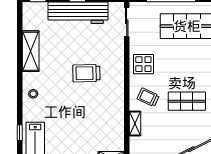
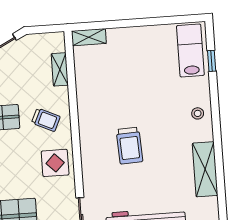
trolley: (86, 73) -> (129, 146), turned 88
shelving: (135, 124) -> (60, 69), moved

